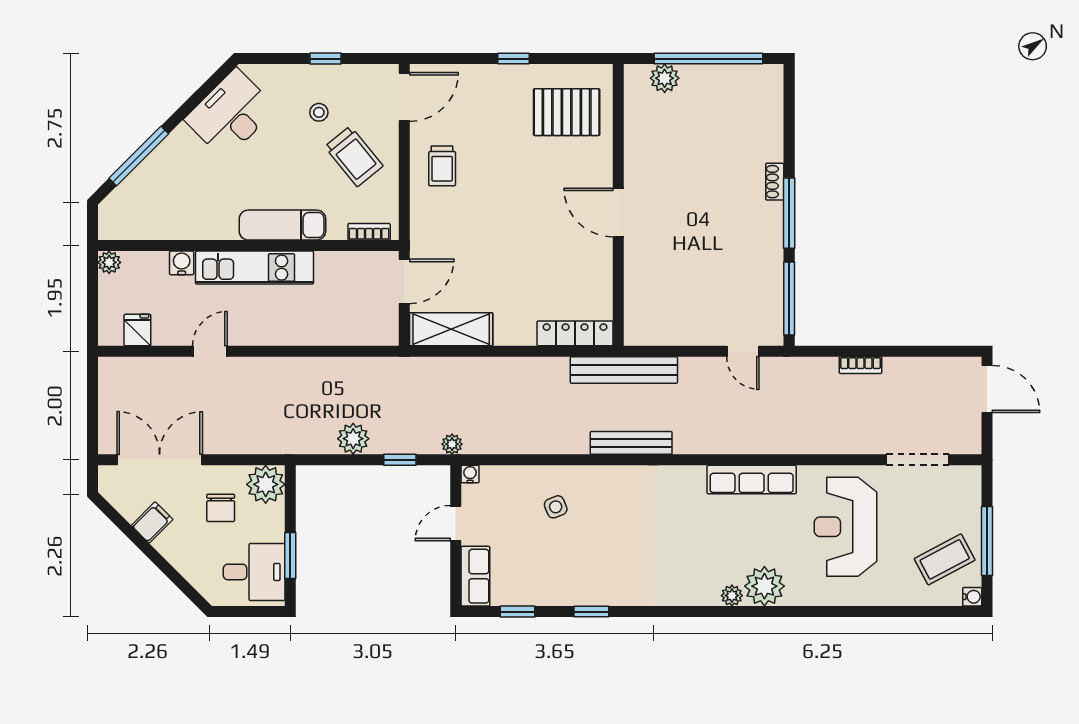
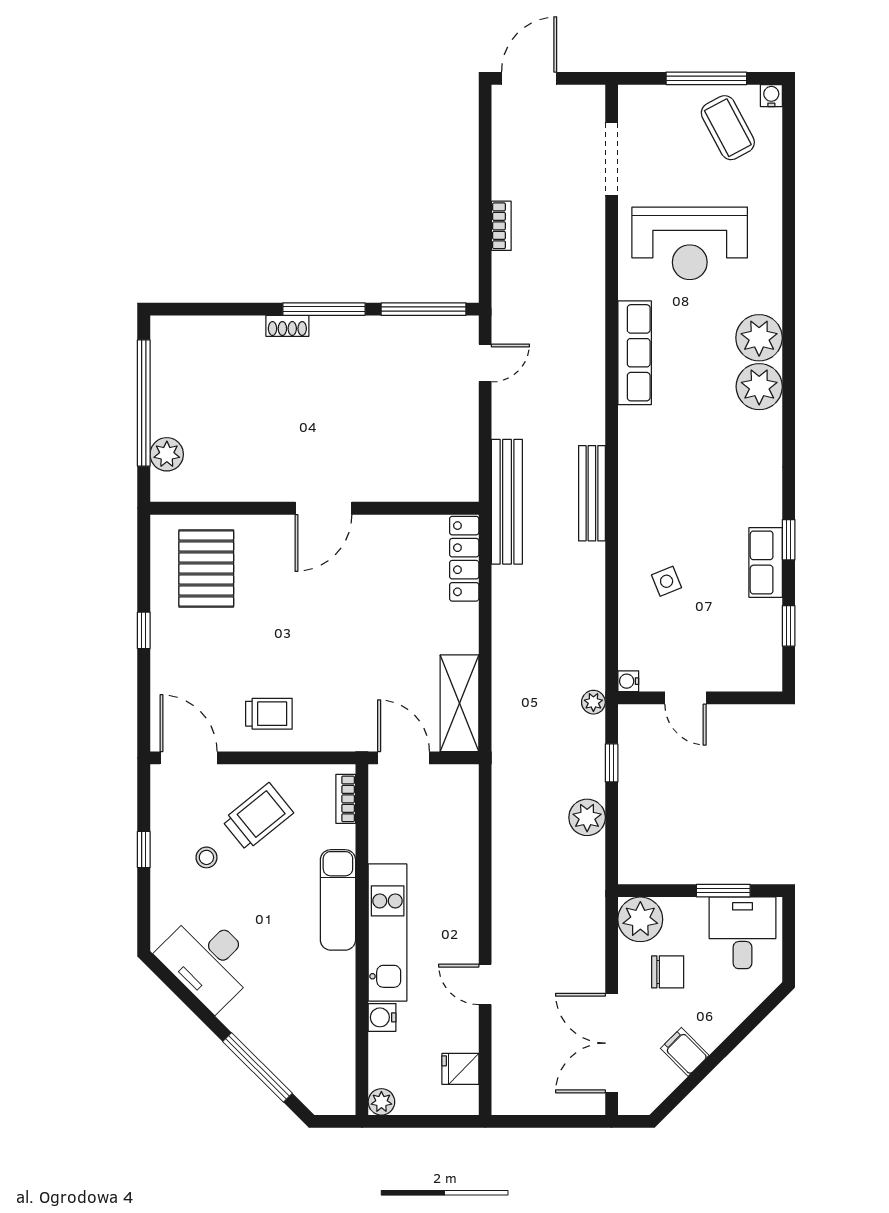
row of seats: (475, 576) -> (766, 562), moved, turned -90
plant: (732, 596) -> (759, 387), width x1.88, depth x1.88

